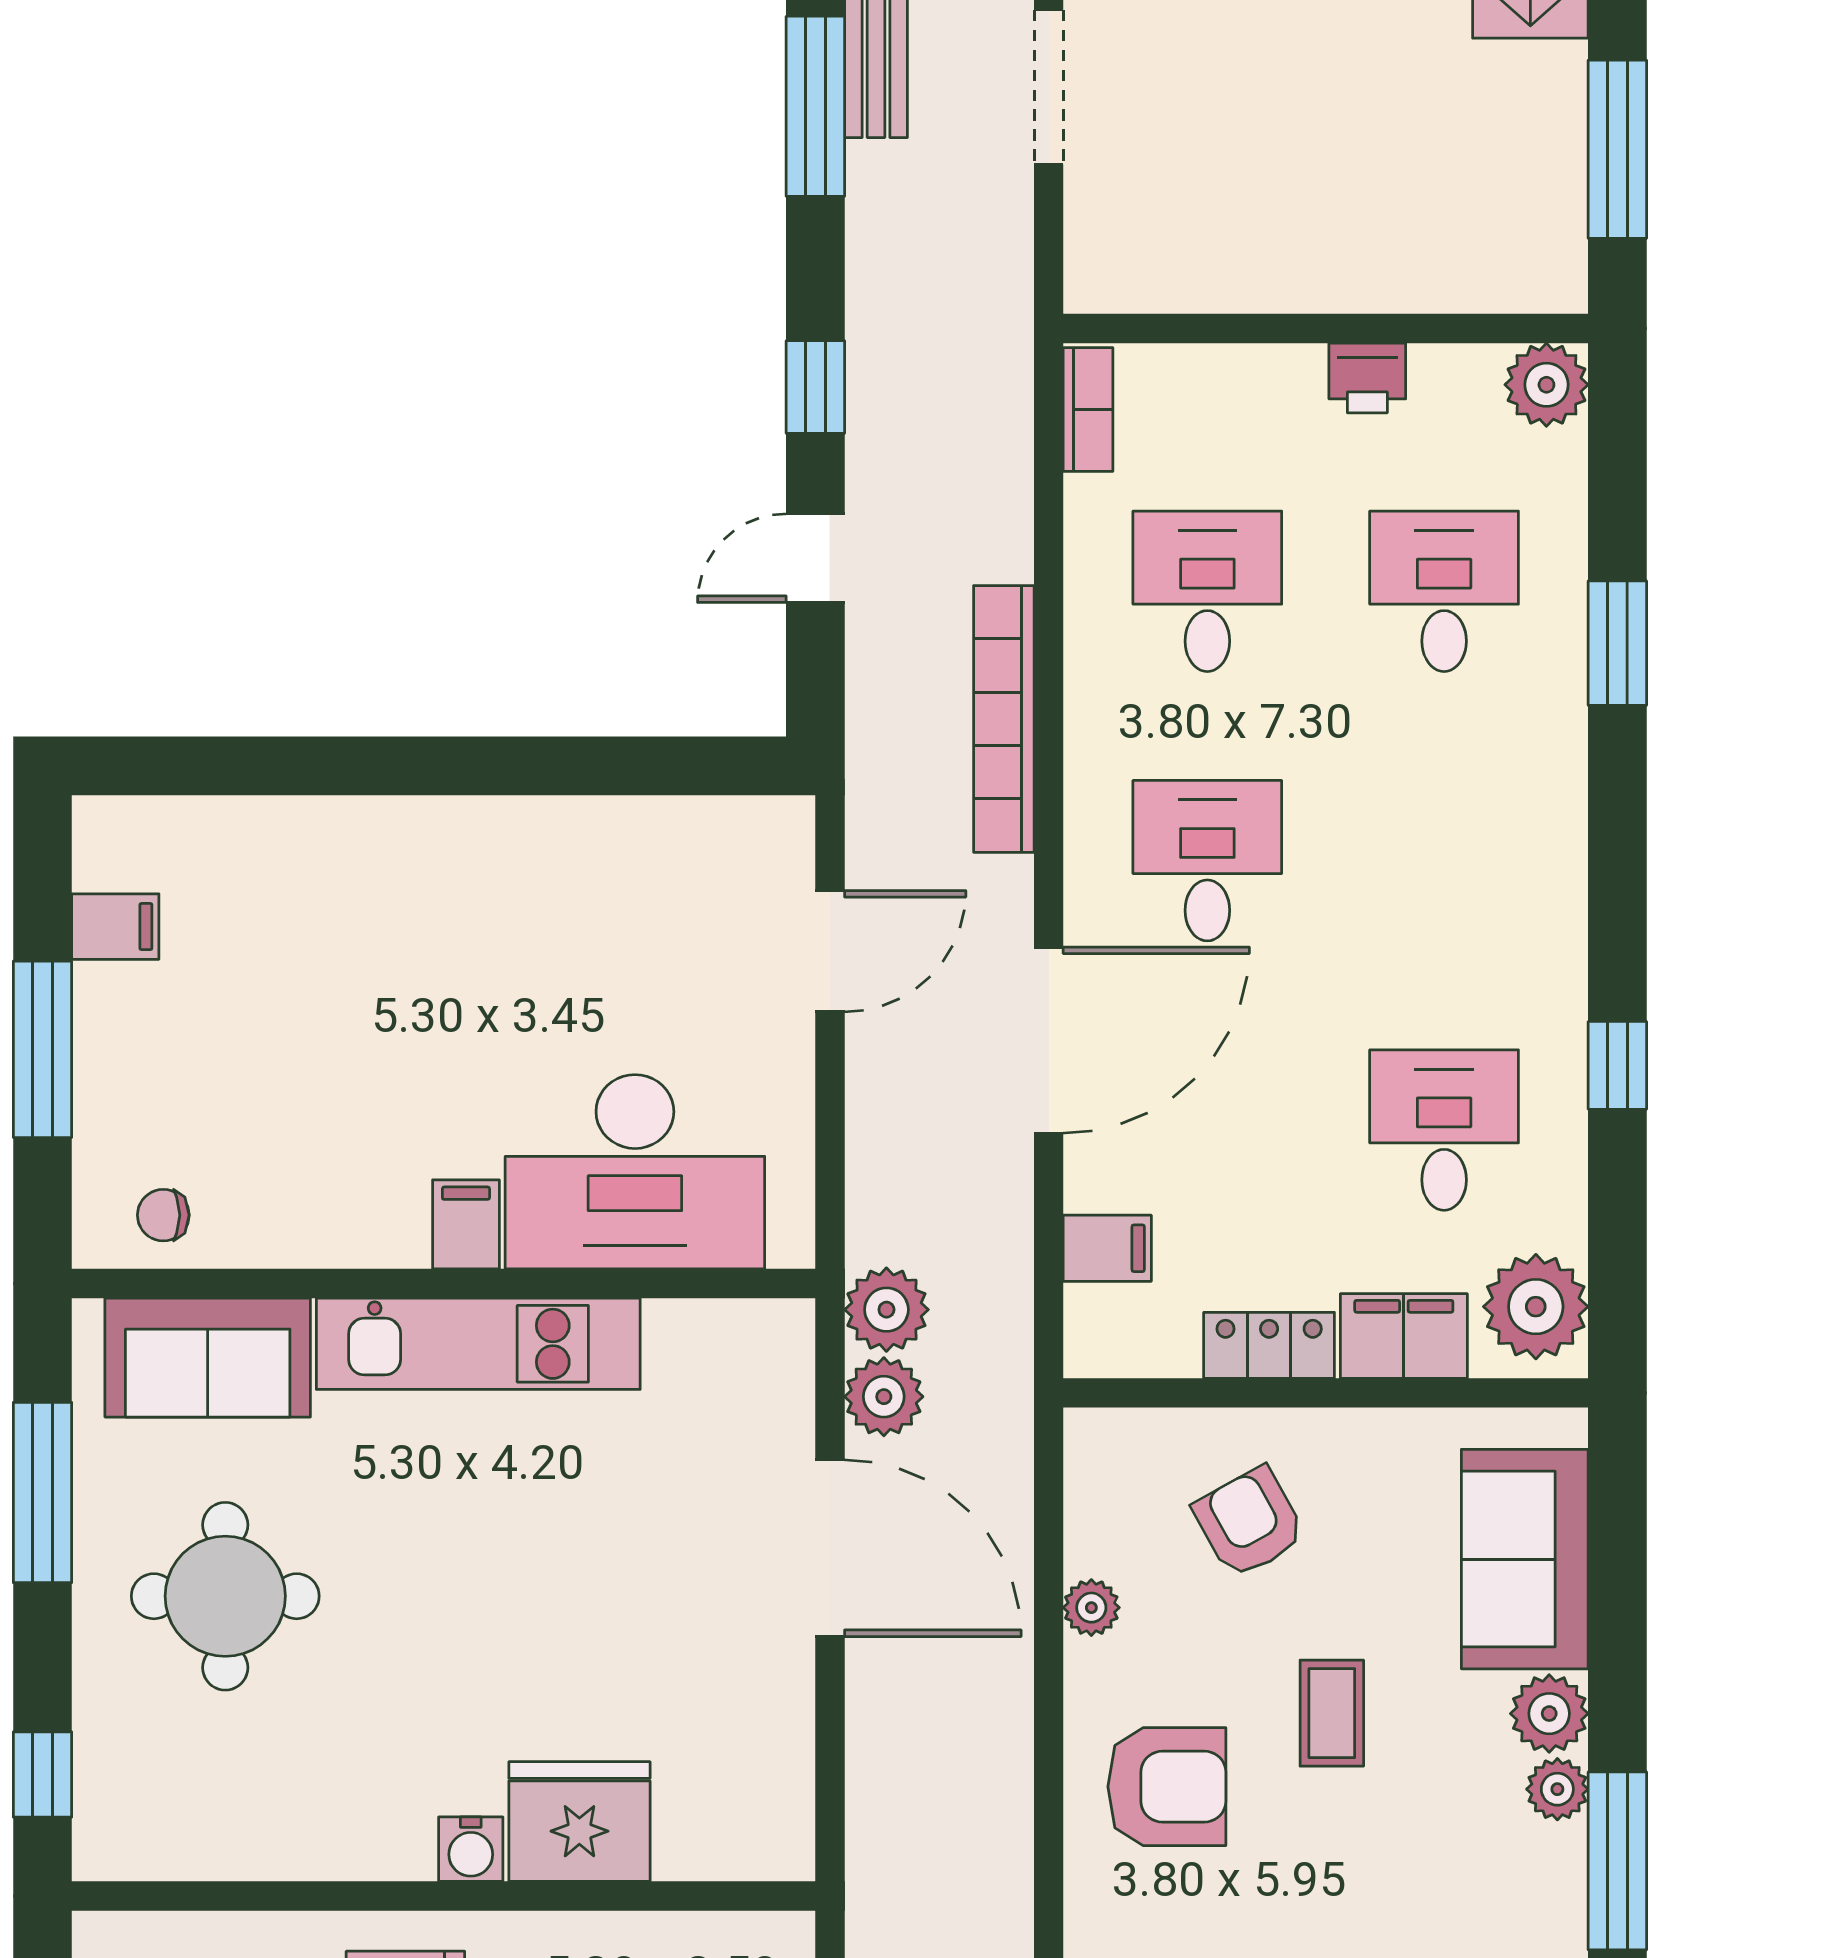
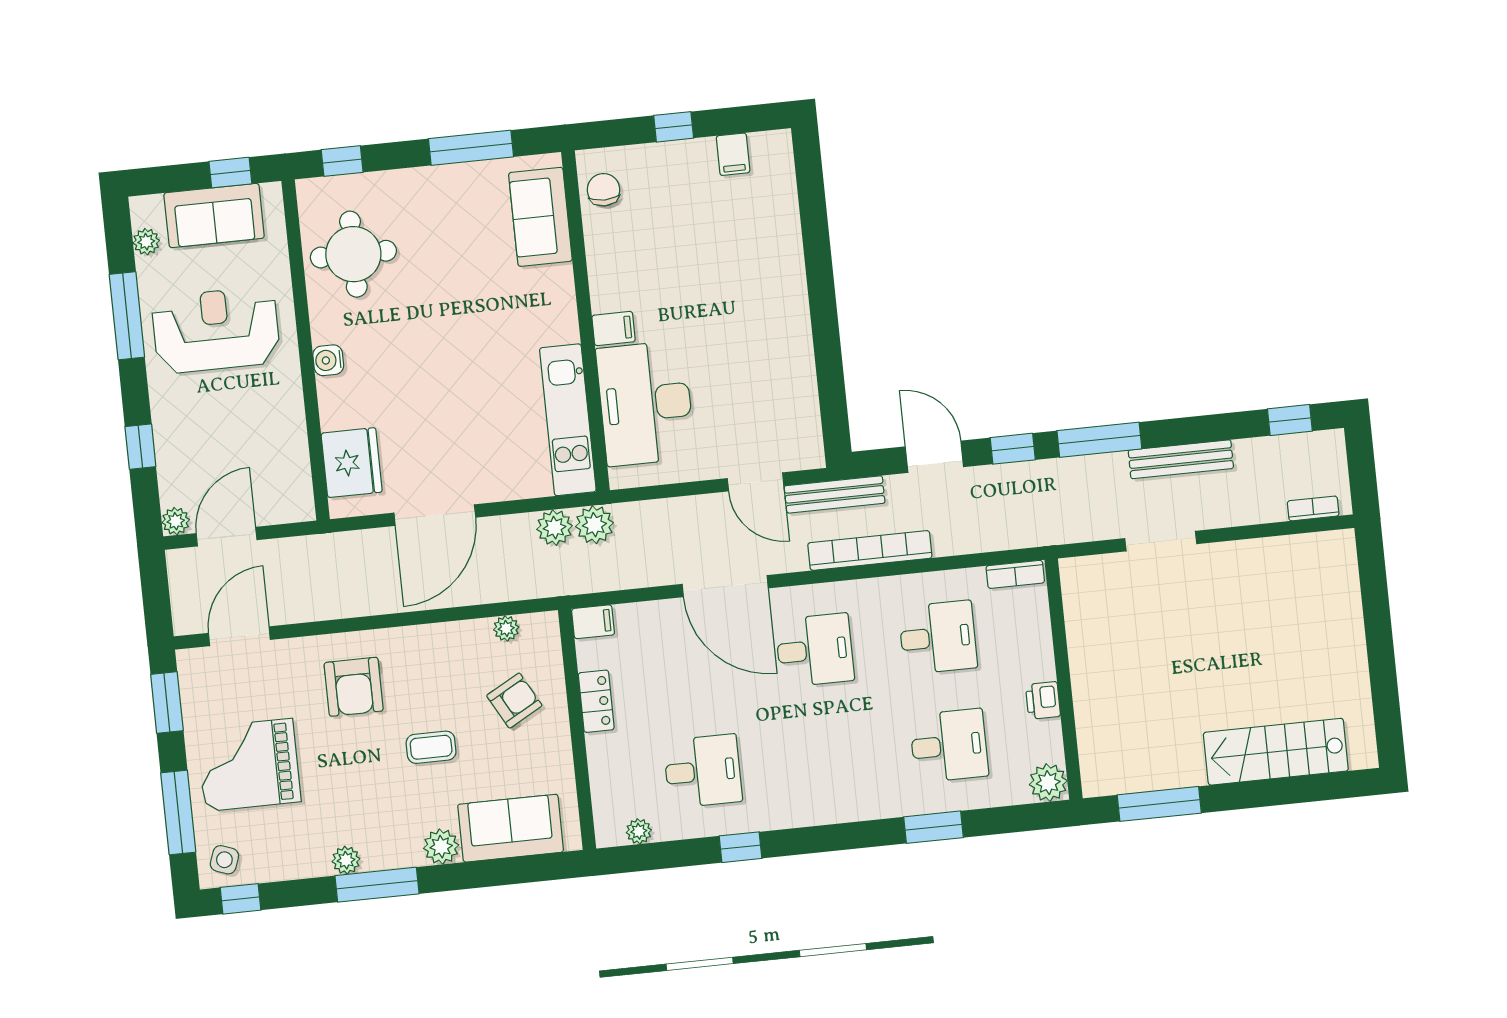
window: (815, 106) -> (1099, 440), moved
door: (815, 558) -> (934, 457), width x1.38
bench: (875, 783) -> (835, 494), added
window: (43, 1049) -> (674, 127), width x0.46
chair: (163, 1215) -> (603, 190), width x1.37, depth x1.37
filing cabinet: (1107, 1248) -> (593, 622), moved, turned -90
plant: (1536, 1307) -> (639, 831), width x0.53, depth x0.53
filing cabinet: (1404, 1336) -> (607, 762), removed
kitchen unit: (478, 1344) -> (568, 420), moved
door: (830, 1548) -> (435, 515), moved
round table: (225, 1596) -> (353, 254), moved
plant: (1091, 1608) -> (506, 628), moved
armchair: (1167, 1787) -> (354, 687), moved
plant: (1557, 1789) -> (346, 860), moved
fridge: (579, 1822) -> (352, 463), moved

